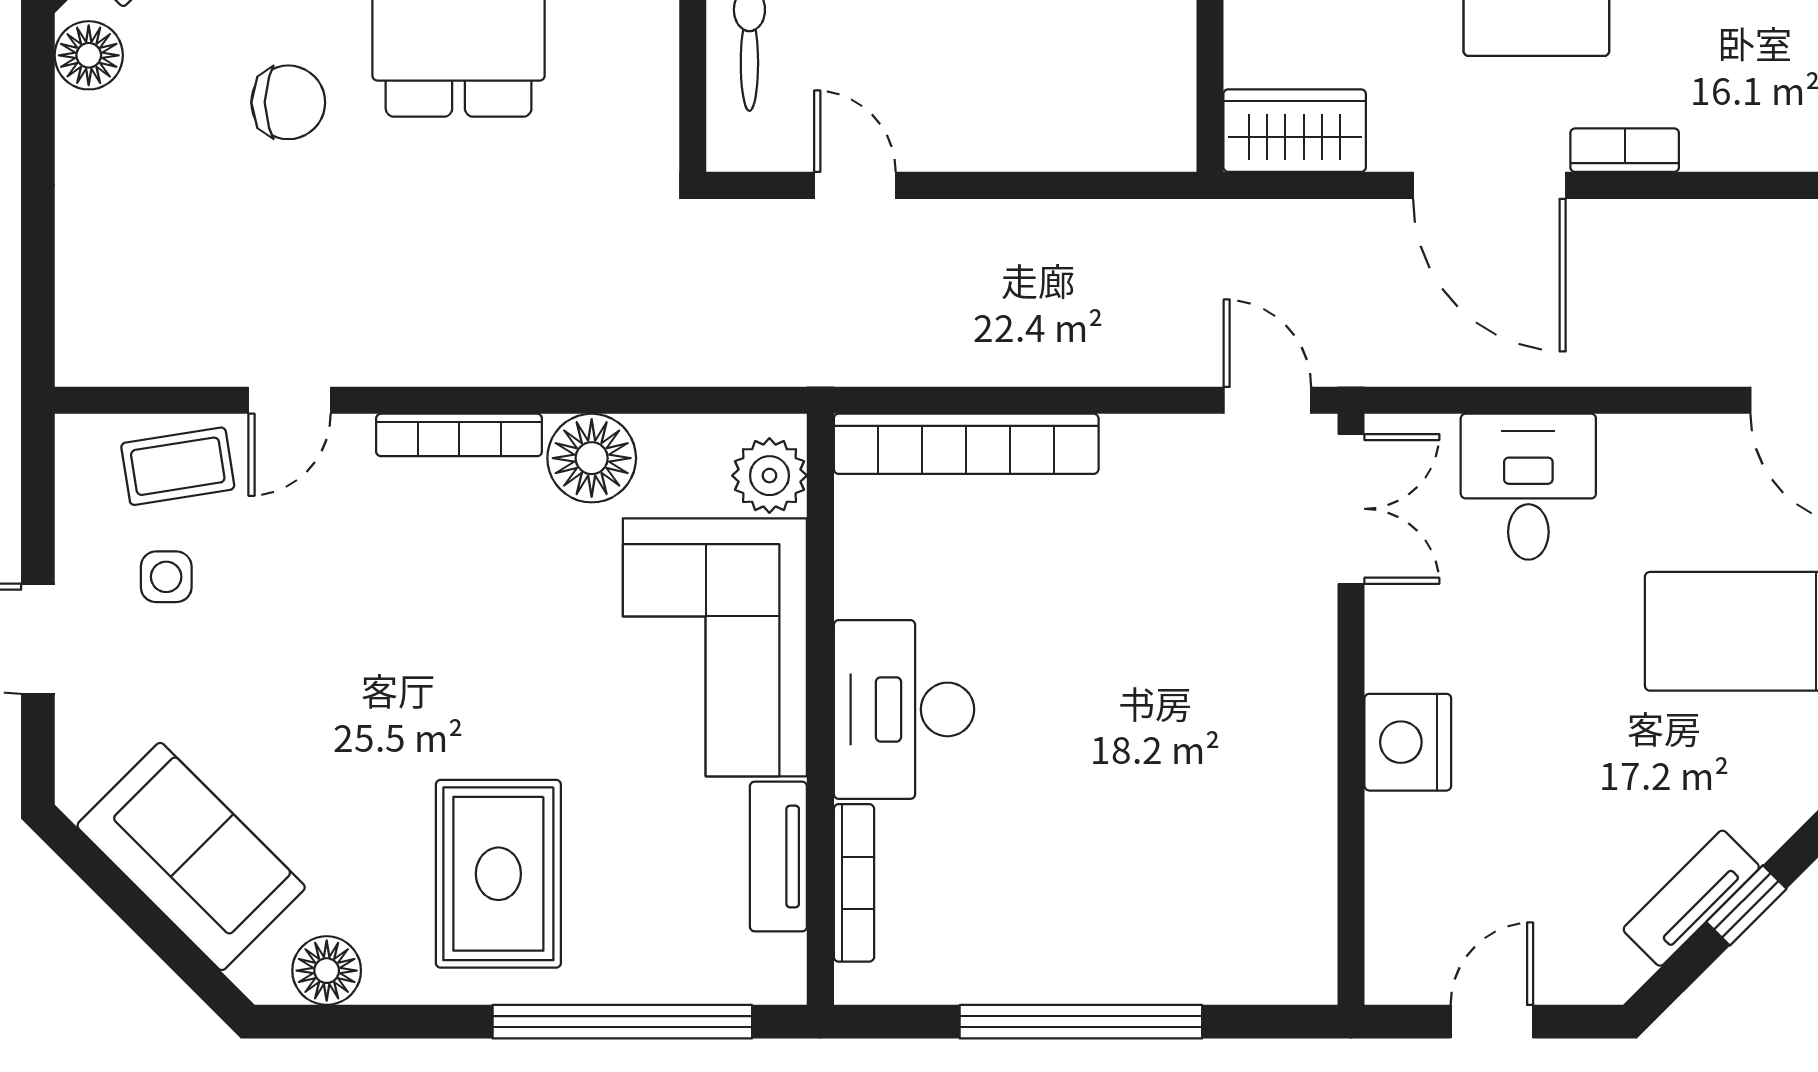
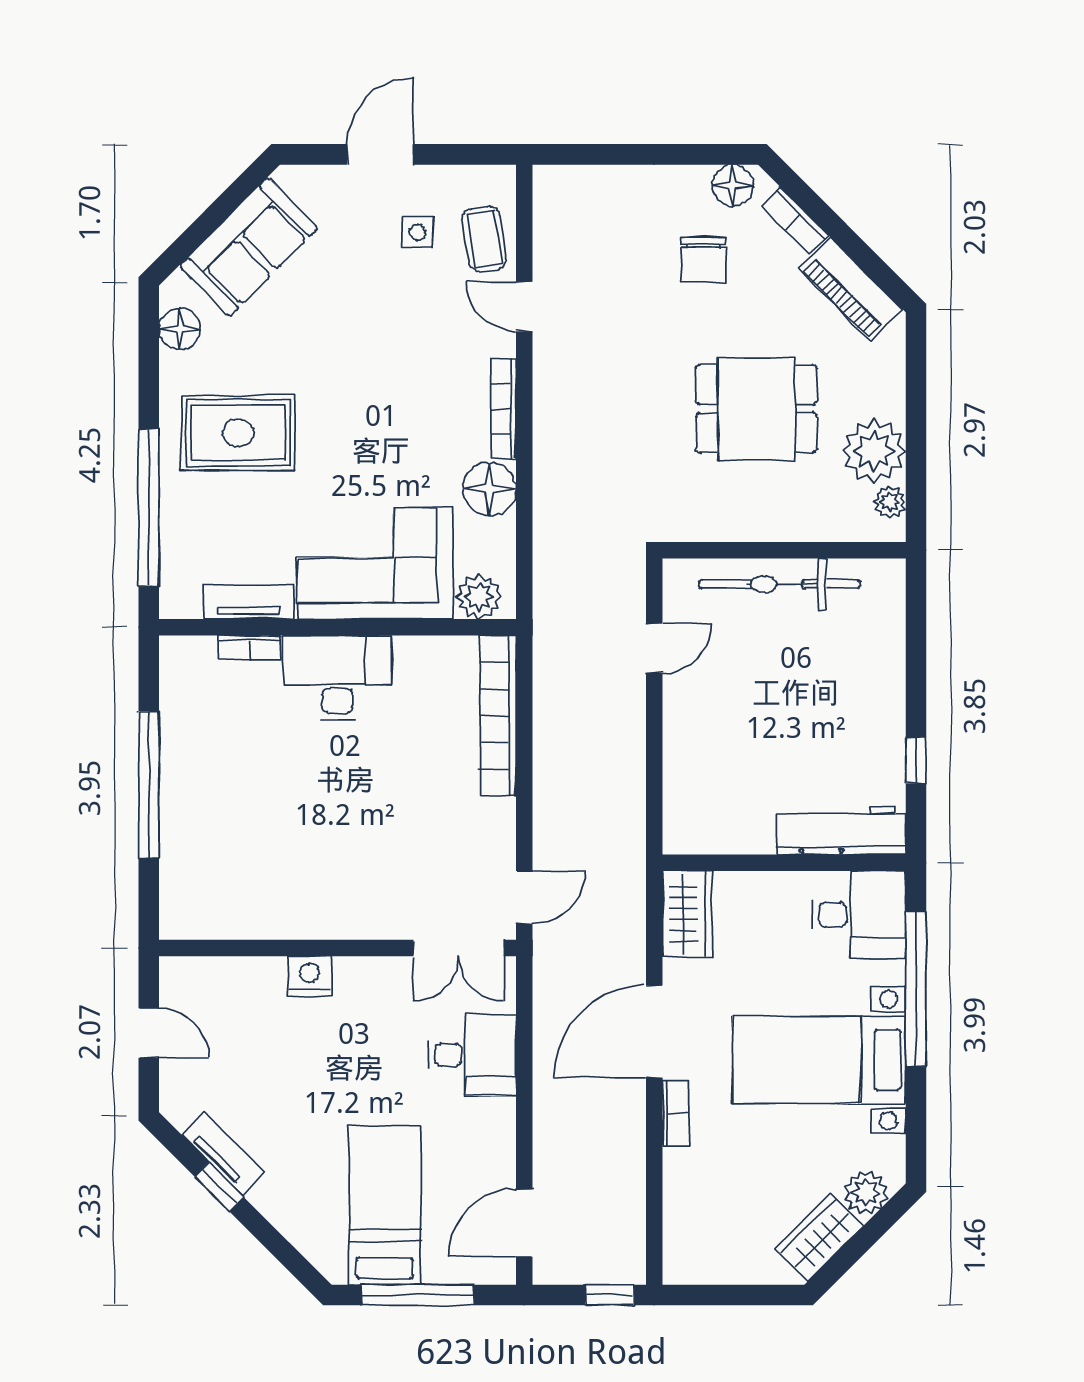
chair: (288, 102) -> (703, 260), moved
nightstand: (1408, 742) -> (310, 976), width x0.74, depth x0.75
bookcase: (854, 883) -> (250, 648), width x0.64

